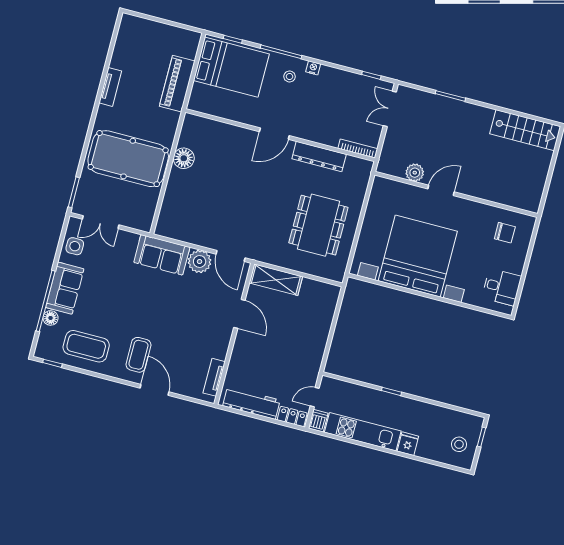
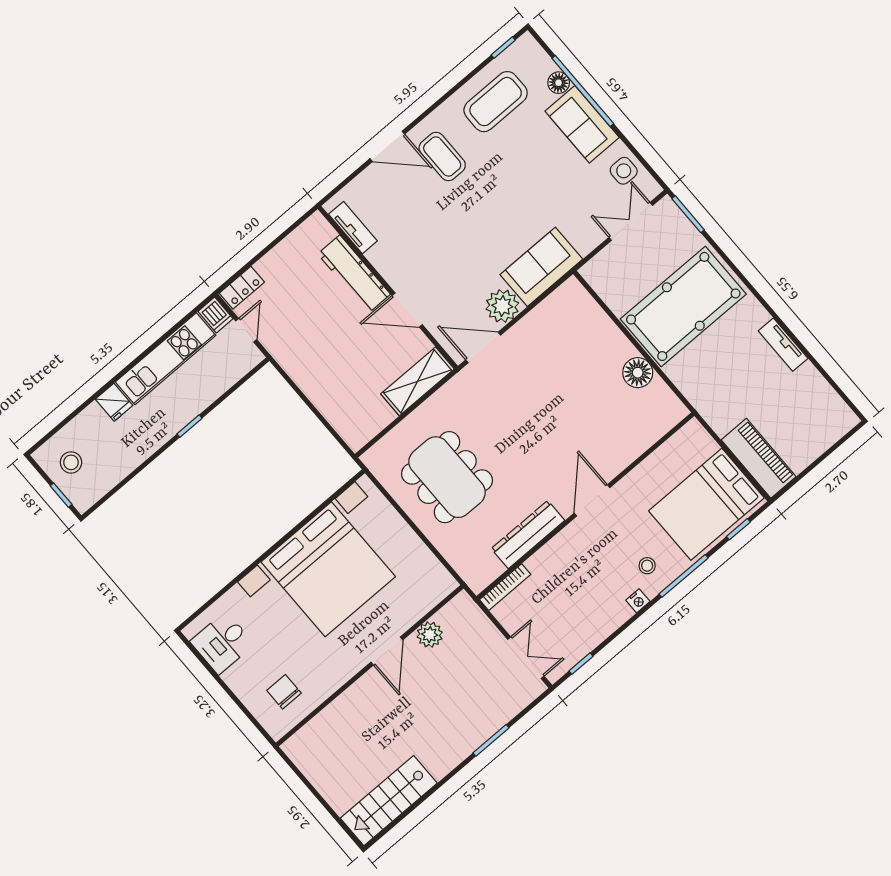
piano: (177, 84) -> (759, 458), moved
chair: (505, 233) -> (284, 692), turned 90
workbench: (251, 403) -> (354, 274), moved, turned 90

